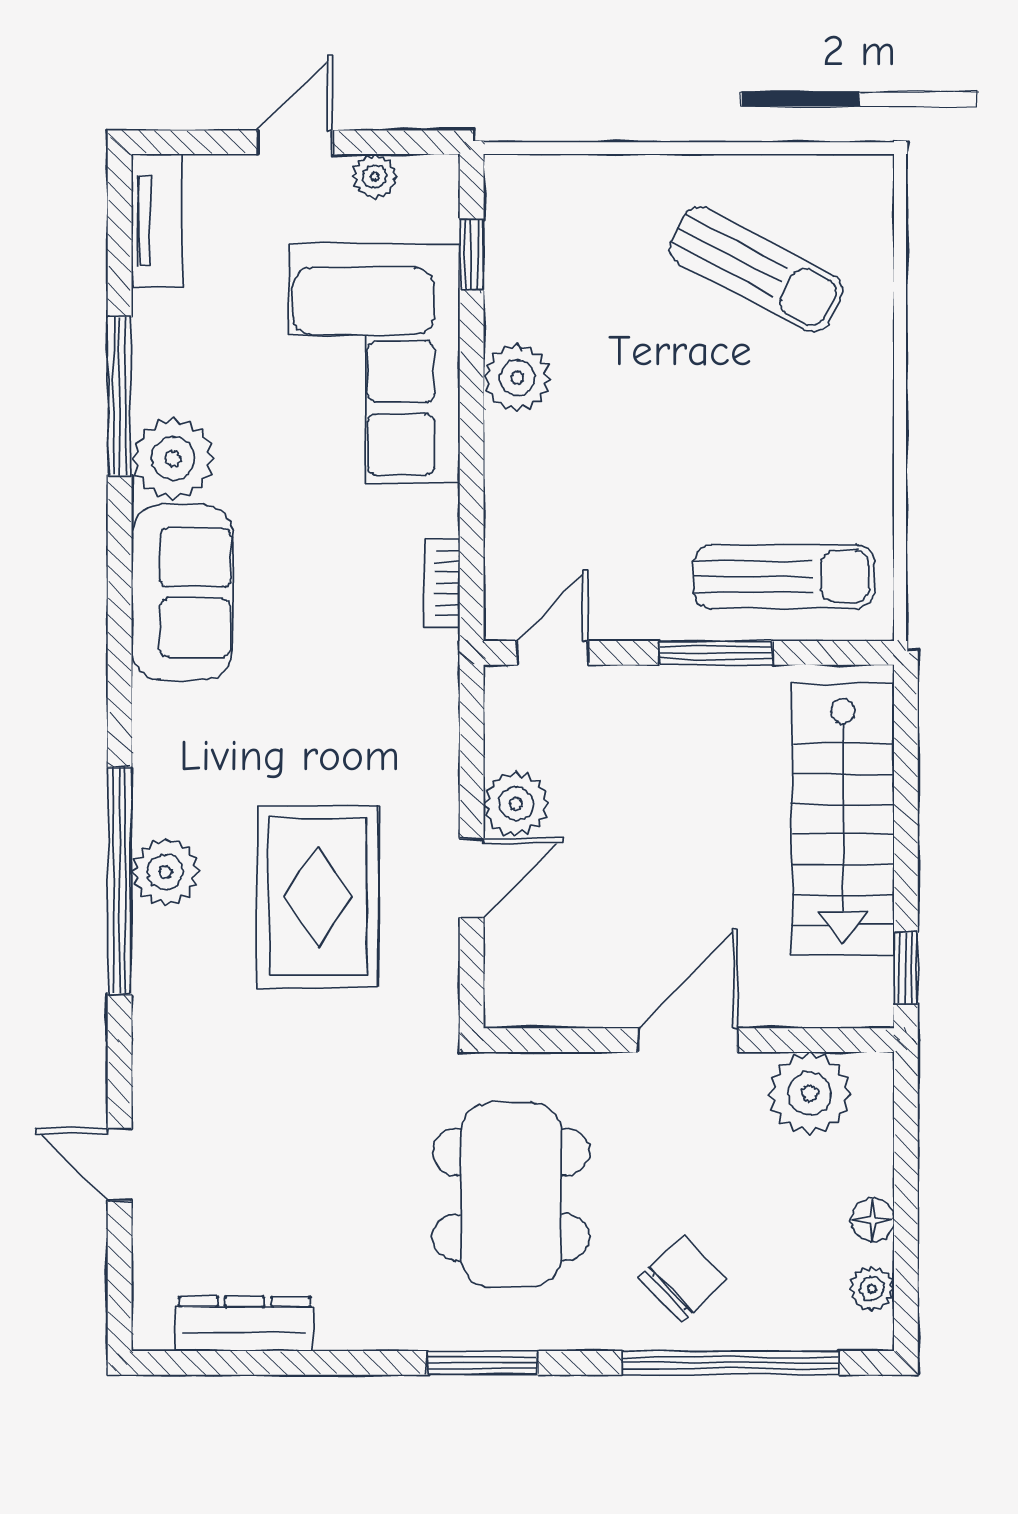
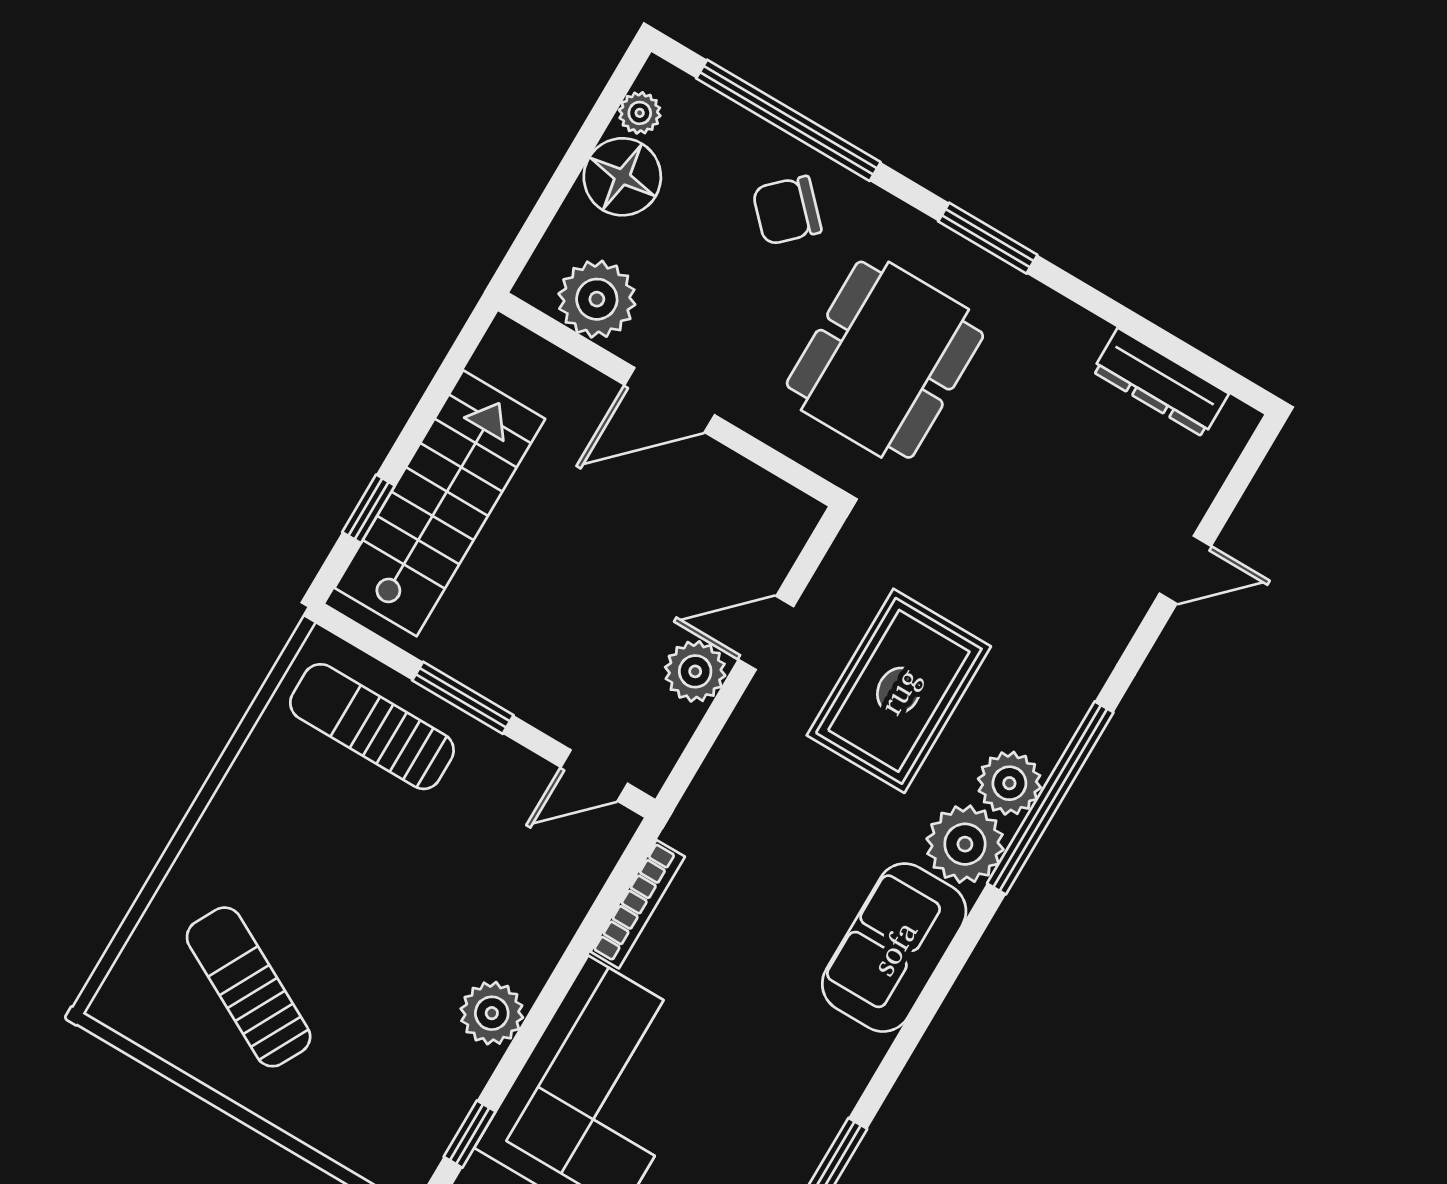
plant: (173, 458) -> (965, 844), moved
bookcase: (442, 583) -> (638, 904), width x1.56
sofa: (182, 593) -> (894, 948), moved
window: (906, 968) -> (368, 509), moved
door: (120, 1165) -> (1185, 570), hinge flipped
floor lamp: (872, 1220) -> (622, 177), width x1.89, depth x1.89

